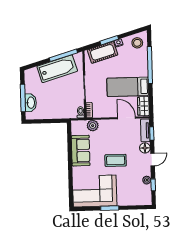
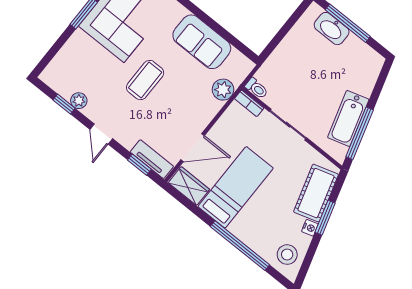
bathtub: (57, 69) -> (348, 118), width x0.73, depth x0.73
floor lamp: (145, 148) -> (127, 137), removed

